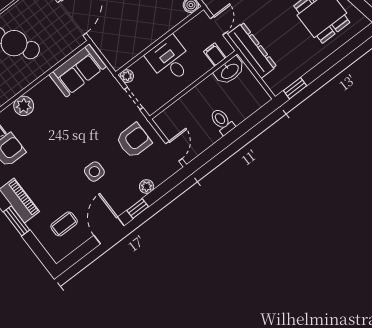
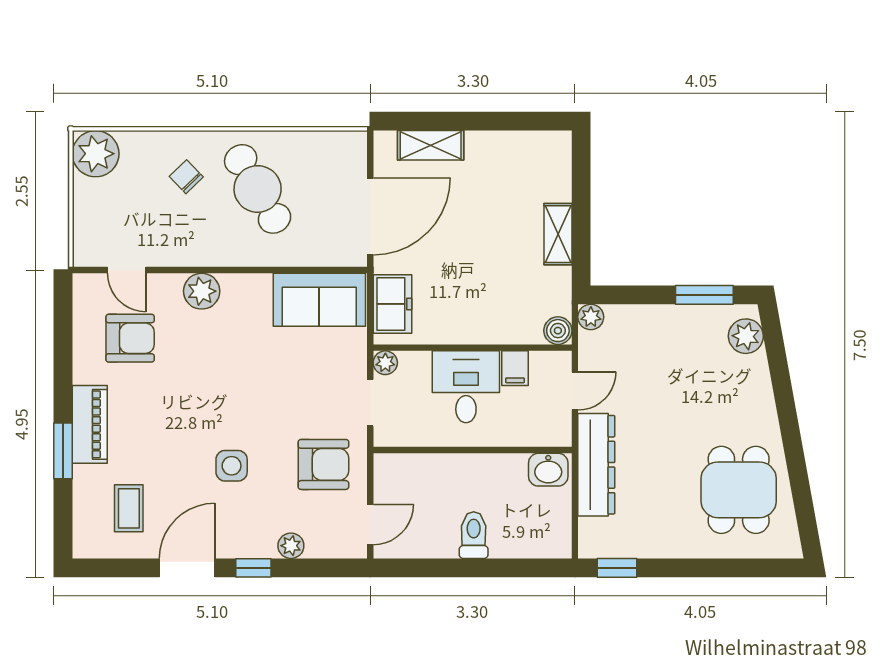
freezer: (110, 48) -> (392, 304), added
filing cabinet: (215, 55) -> (515, 368), moved, turned 180
washbasin: (230, 71) -> (548, 470), width x0.72
coffee table: (64, 224) -> (129, 508), turned 90

